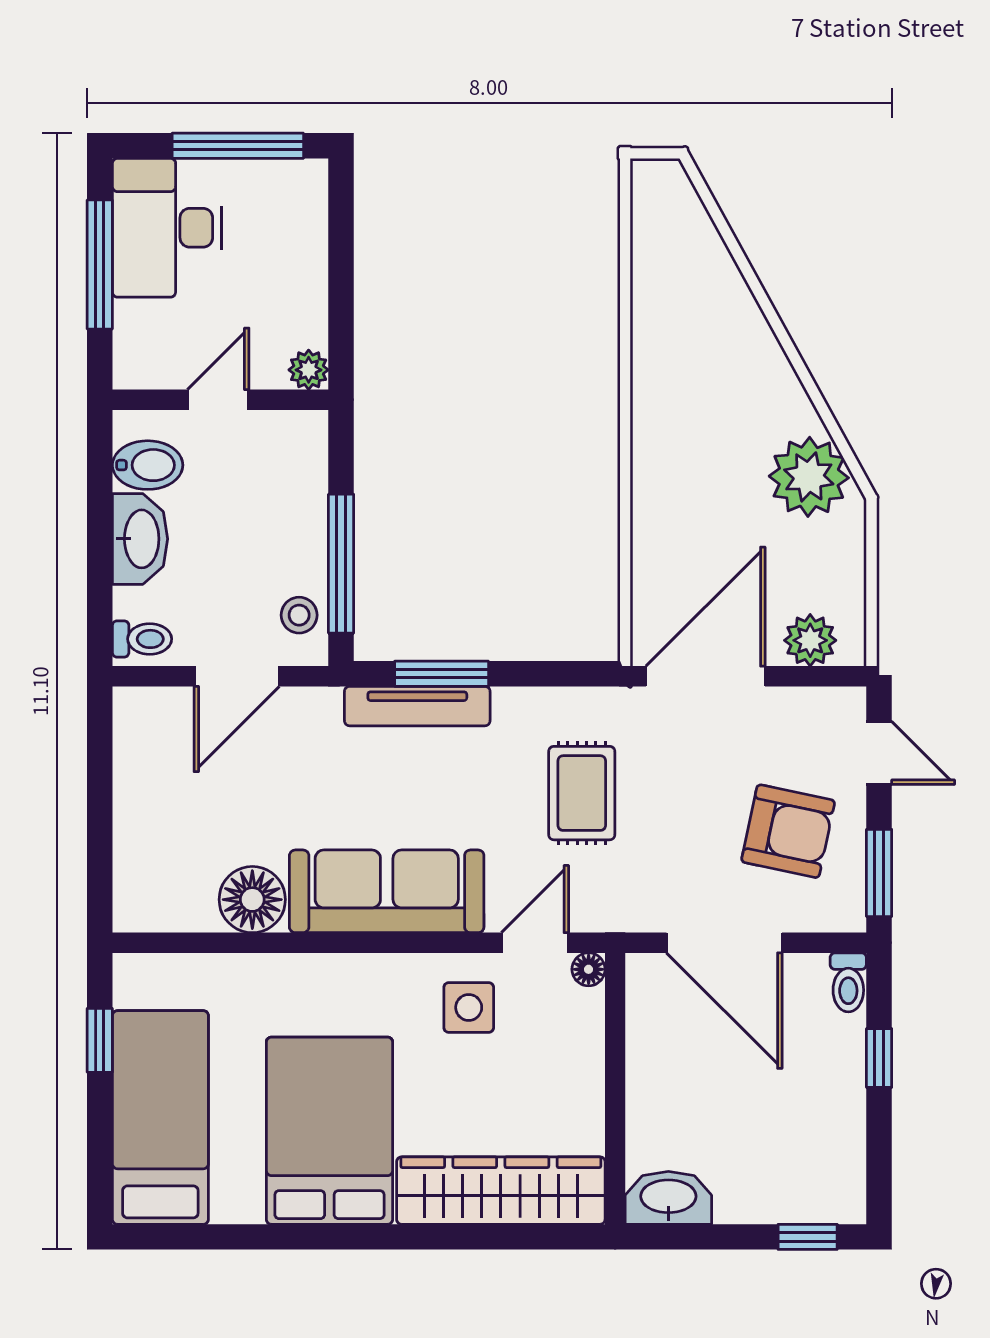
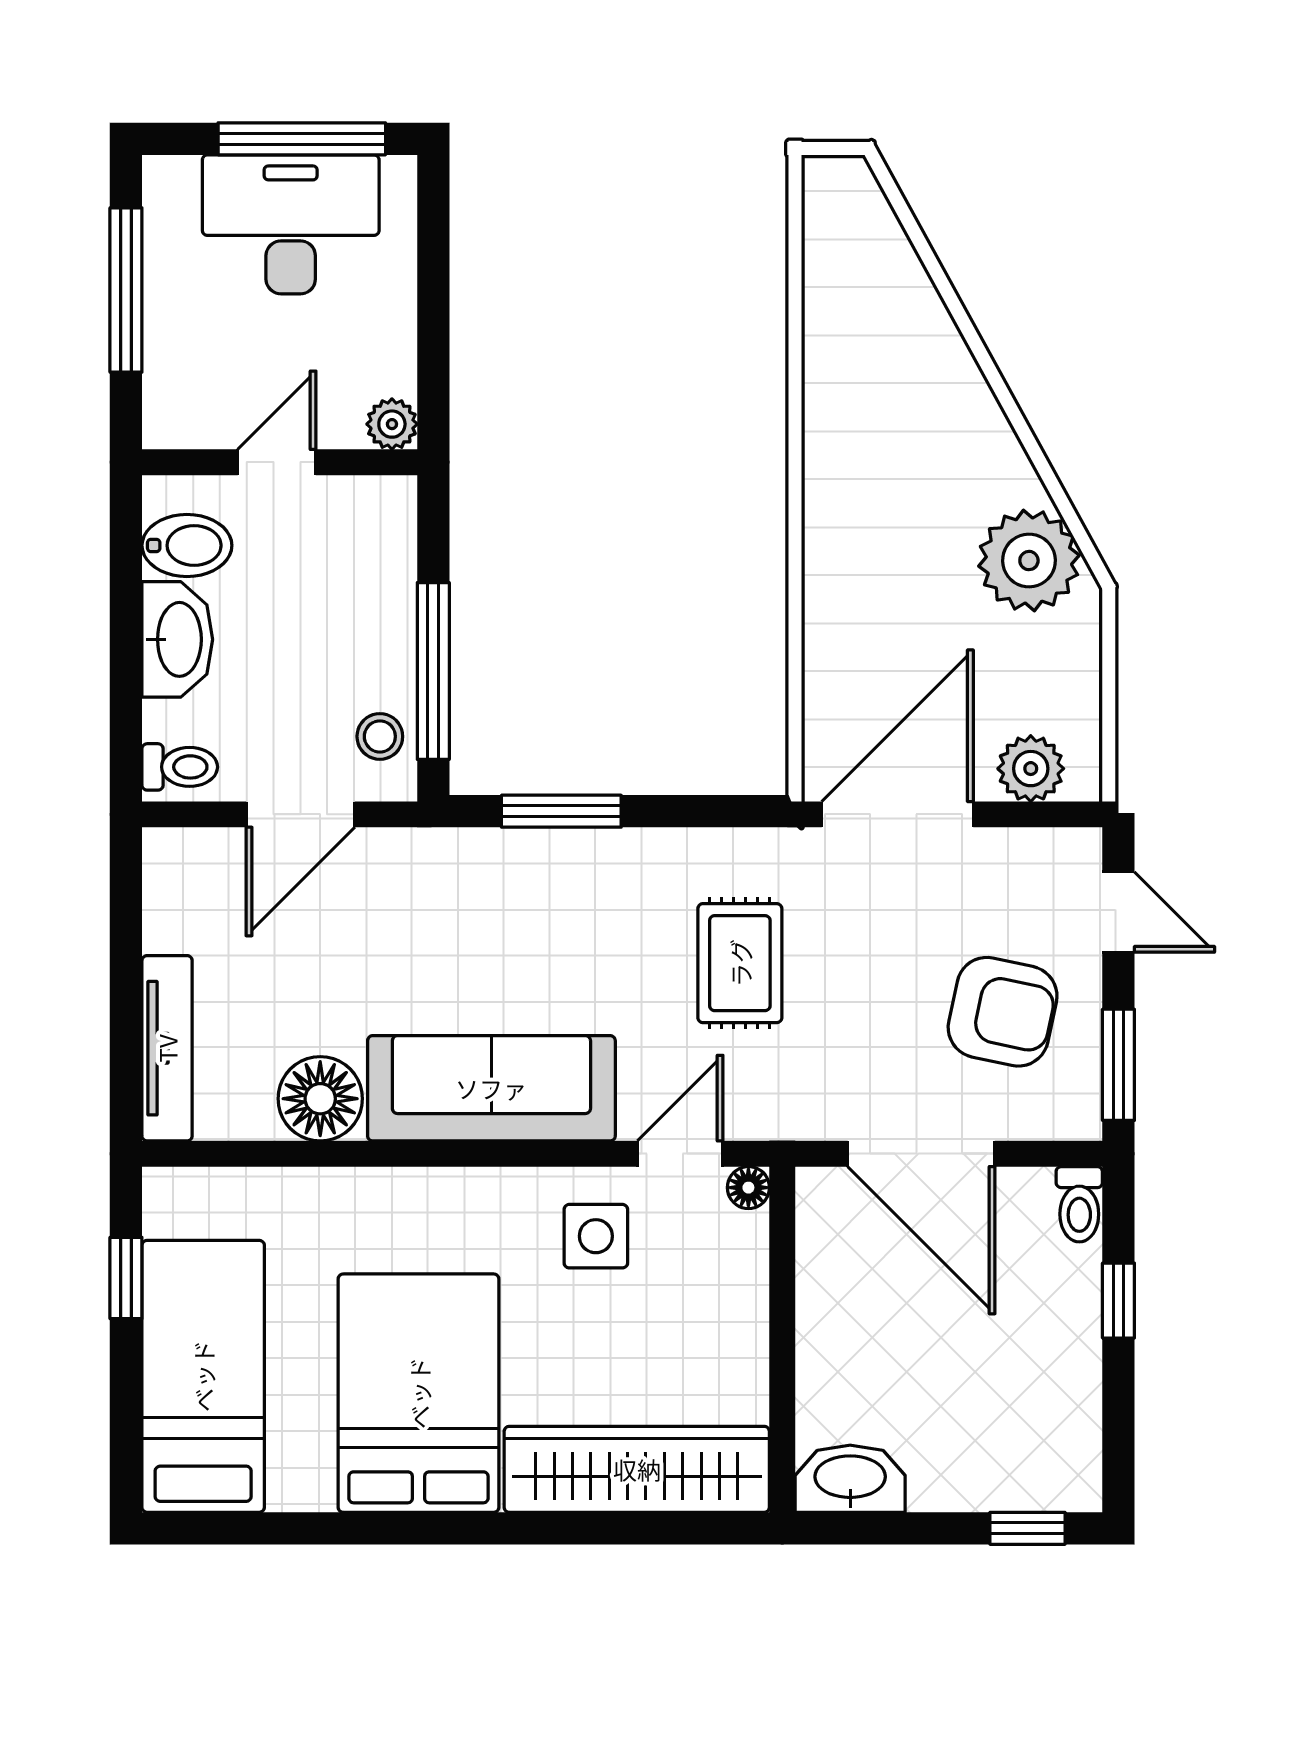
desk: (167, 228) -> (291, 224), moved, turned 90
tv unit: (417, 706) -> (167, 1048), moved, turned -90

